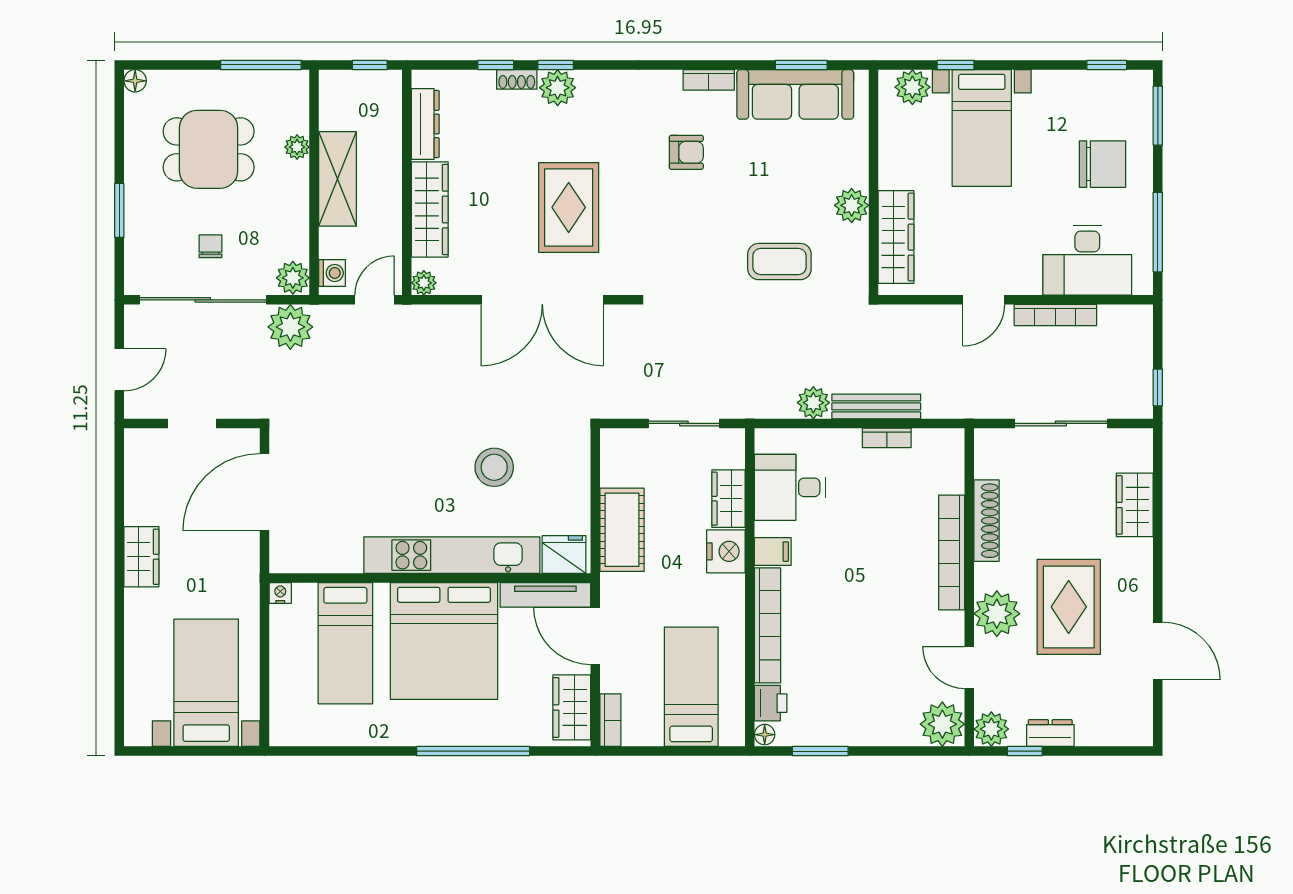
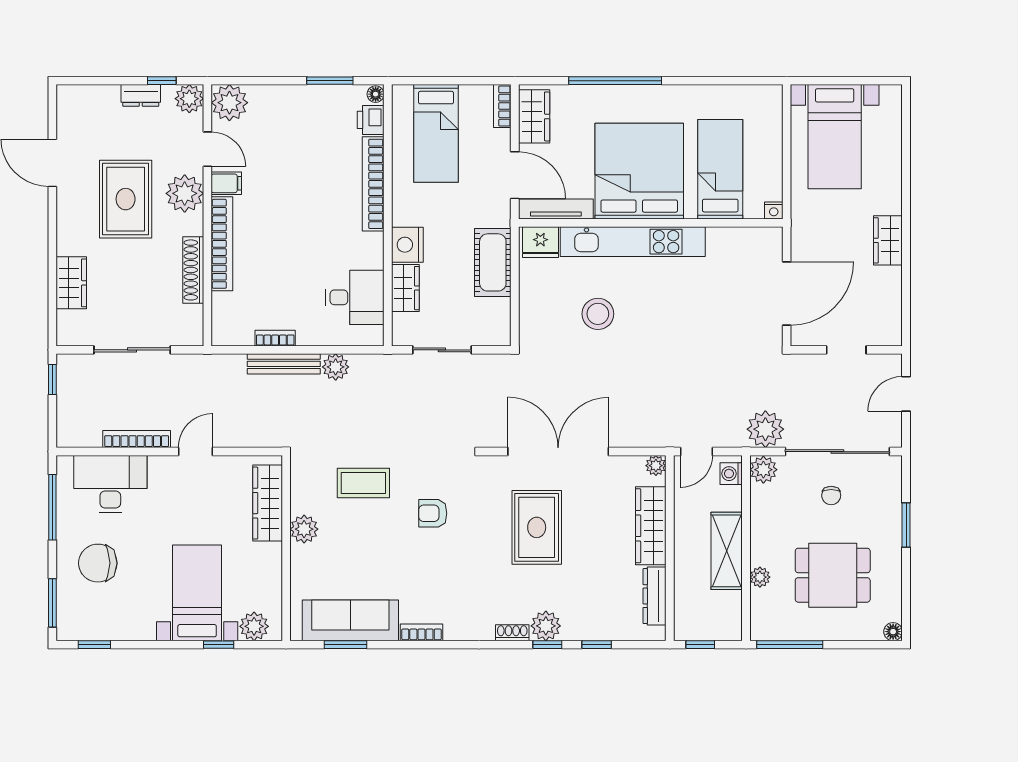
shoe rack: (517, 79) -> (512, 633), moved
armchair: (686, 152) -> (433, 513), moved
filing cabinet: (773, 552) -> (226, 183), moved, turned 180

